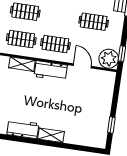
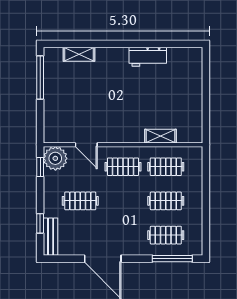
workbench: (51, 71) -> (124, 133), removed
window: (111, 125) -> (40, 78), width x2.17
shelving: (51, 135) -> (79, 54), moved

